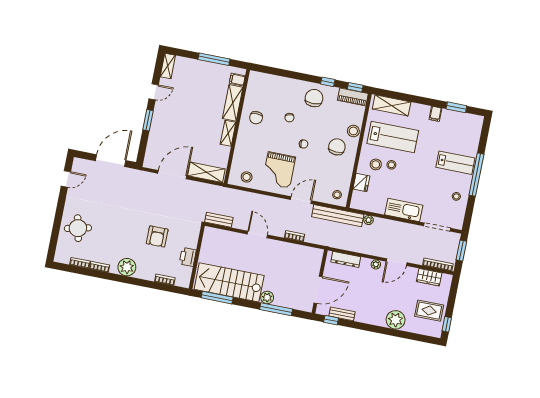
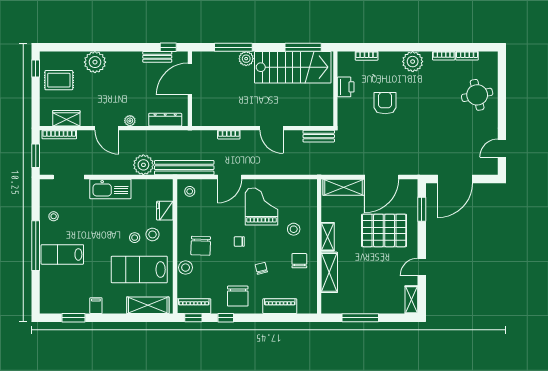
filing cabinet: (237, 80) -> (329, 300), removed
piano: (280, 83) -> (280, 306), added
window: (148, 120) -> (422, 209), moved
pallet: (179, 129) -> (384, 230), added
stool: (247, 177) -> (294, 229), moved
plant: (369, 220) -> (143, 165), width x1.88, depth x1.88
door: (397, 262) -> (107, 128), swing flipped

